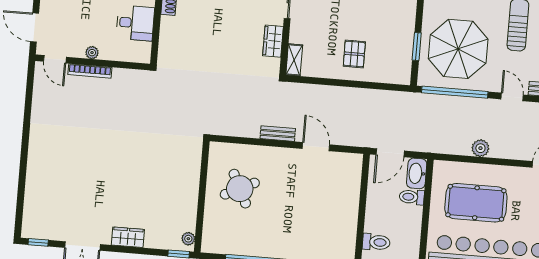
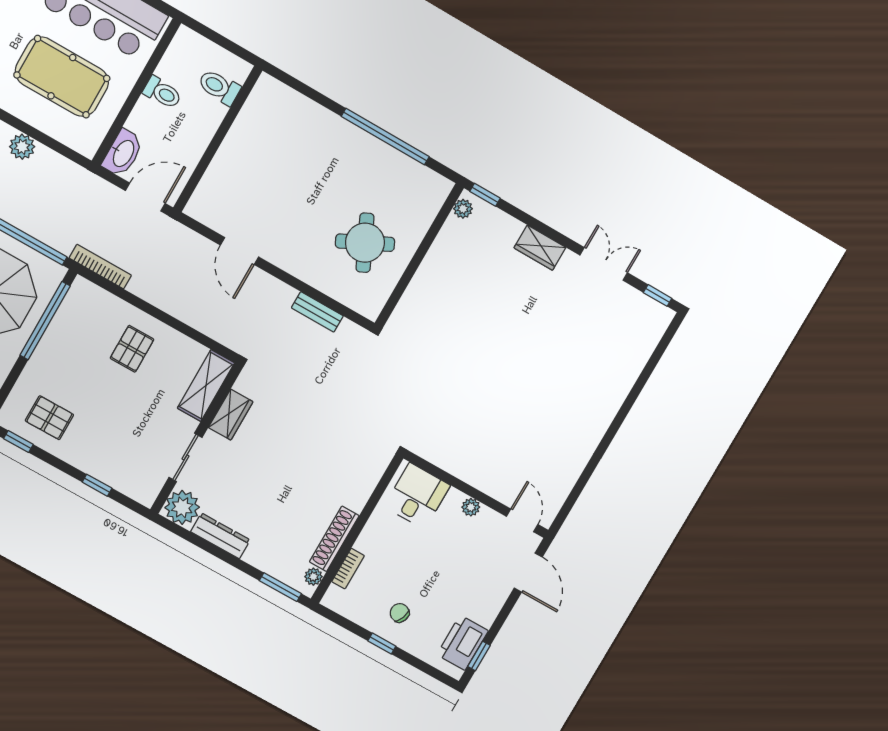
desk: (135, 23) -> (417, 496), moved, turned 90
window: (417, 46) -> (45, 321), width x2.11
shelving: (294, 60) -> (206, 386), width x1.50, depth x1.33
bookcase: (90, 71) -> (100, 267), moved
bench: (278, 134) -> (317, 312), moved
toilet: (412, 197) -> (162, 93), moved

